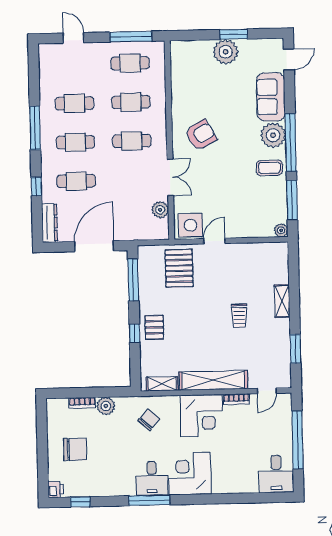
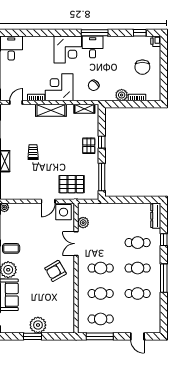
door: (94, 246) -> (127, 200), removed
pallet: (179, 268) -> (72, 184), turned 90
shelving: (213, 380) -> (51, 110), width x0.68
chair: (75, 449) -> (142, 67), turned -90

